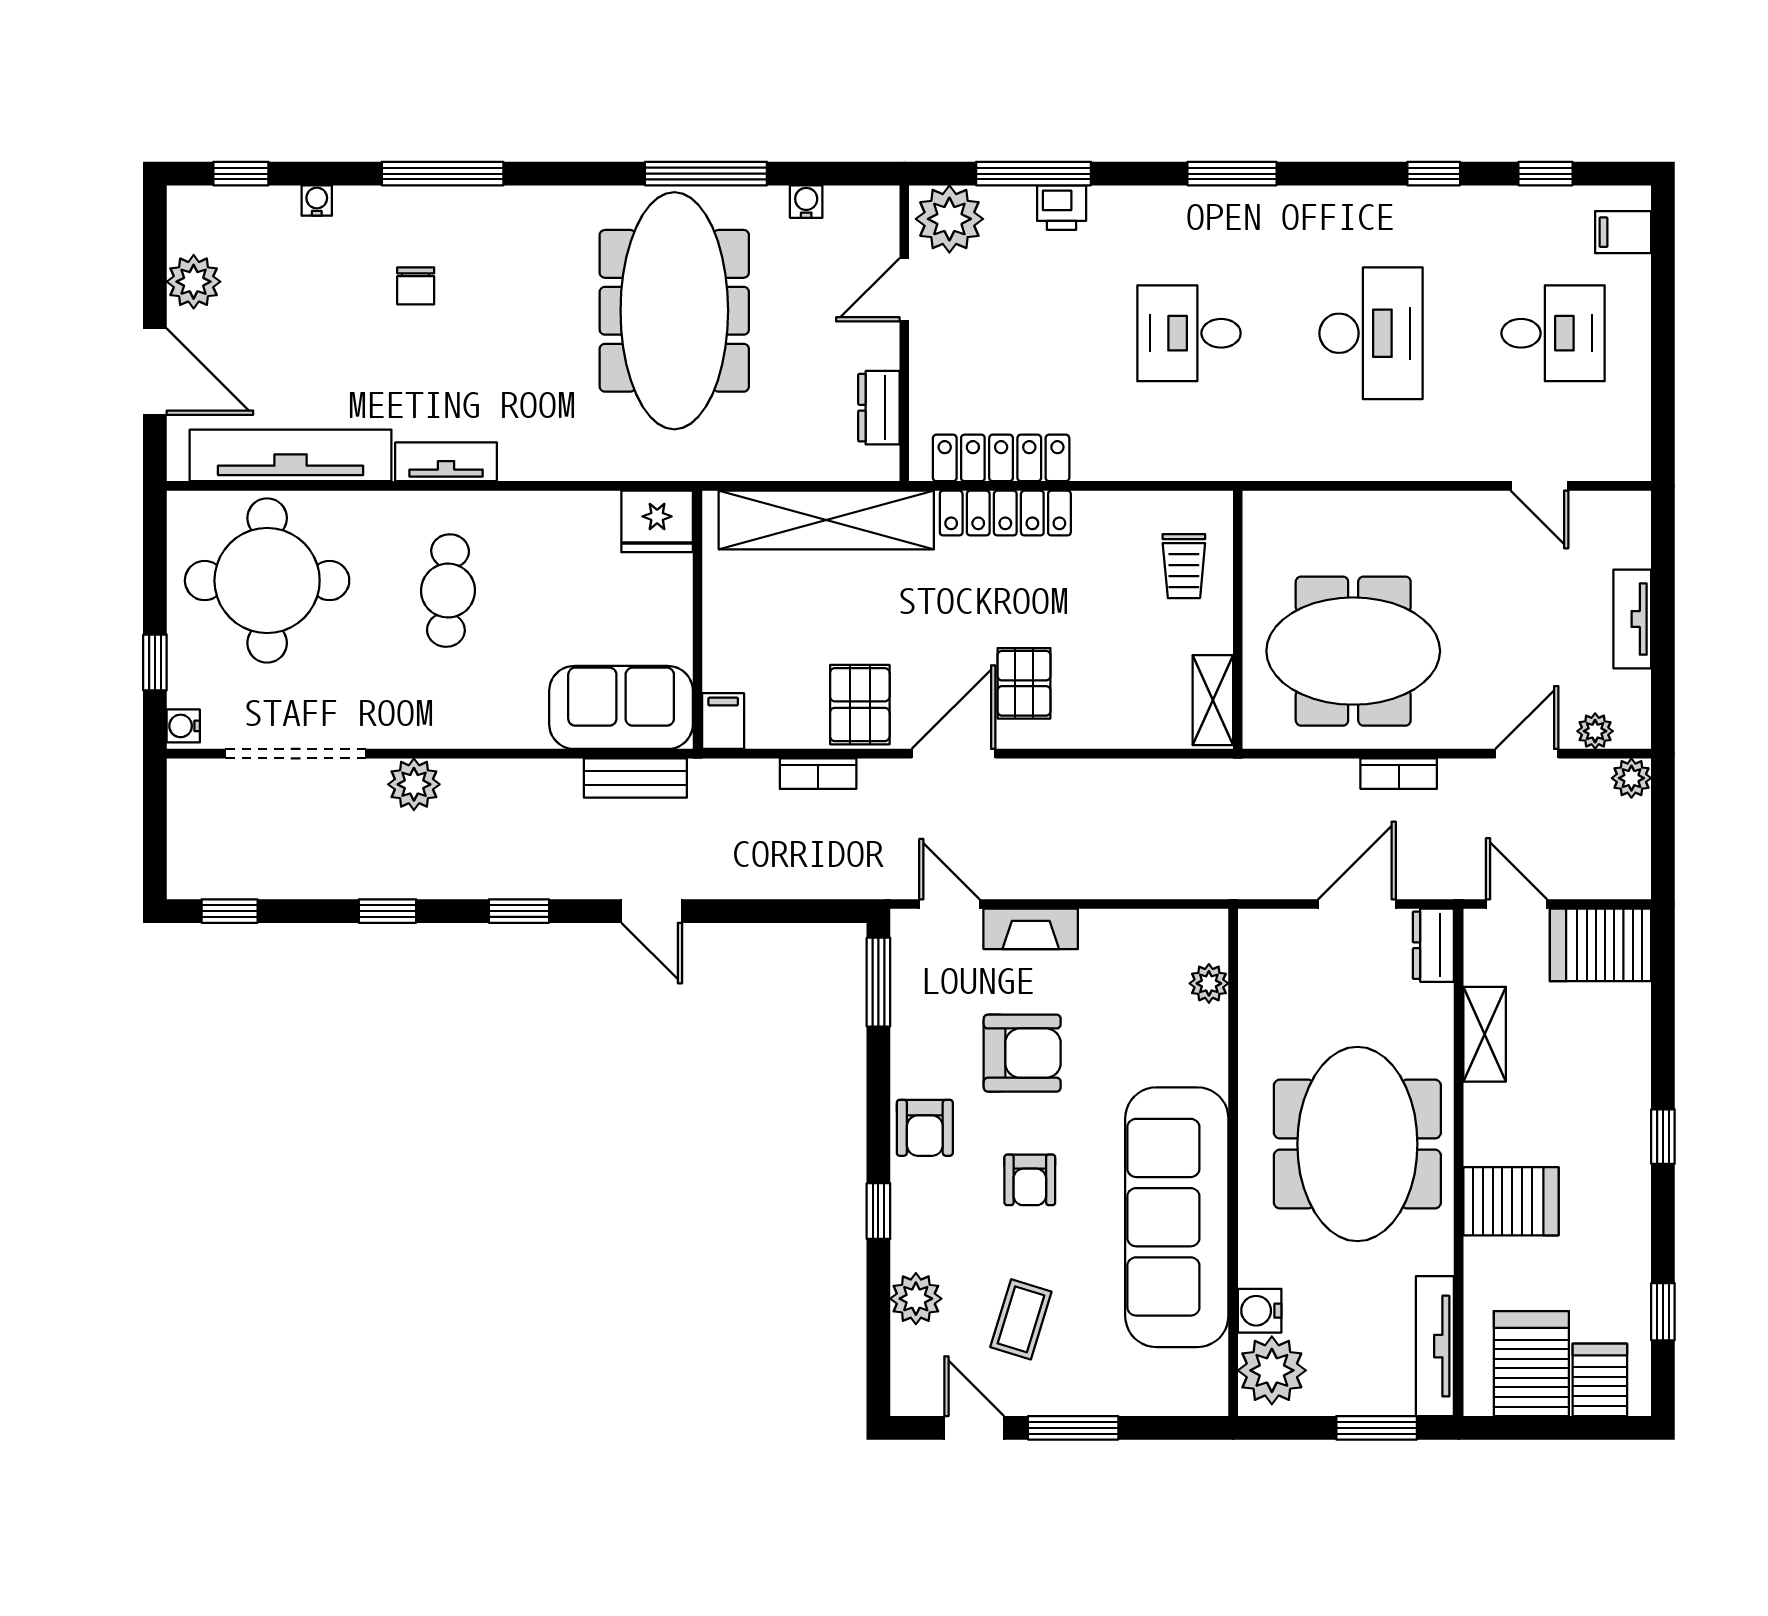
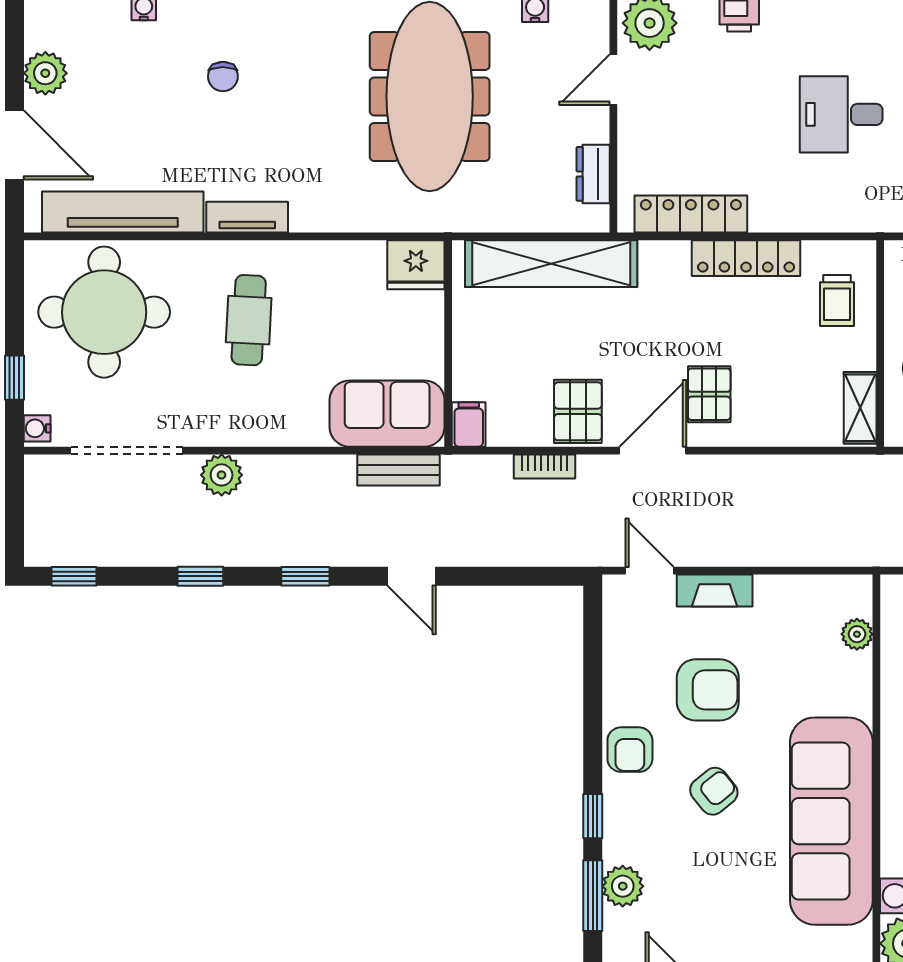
locker: (1005, 513) -> (746, 258), moved
window: (878, 982) -> (593, 896), moved
armchair: (1030, 1180) -> (714, 791), turned -129
coffee table: (1021, 1319) -> (707, 903), removed

